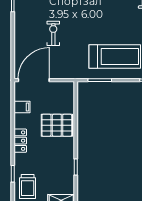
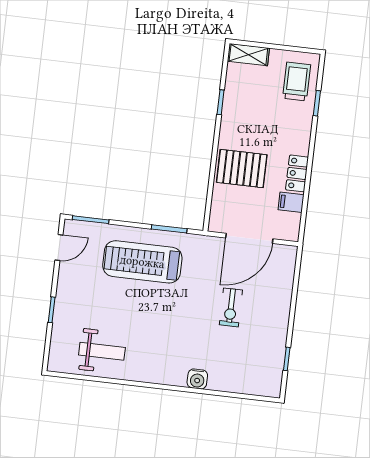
door: (34, 80) -> (249, 238), moved
locker: (20, 141) -> (297, 173), moved

